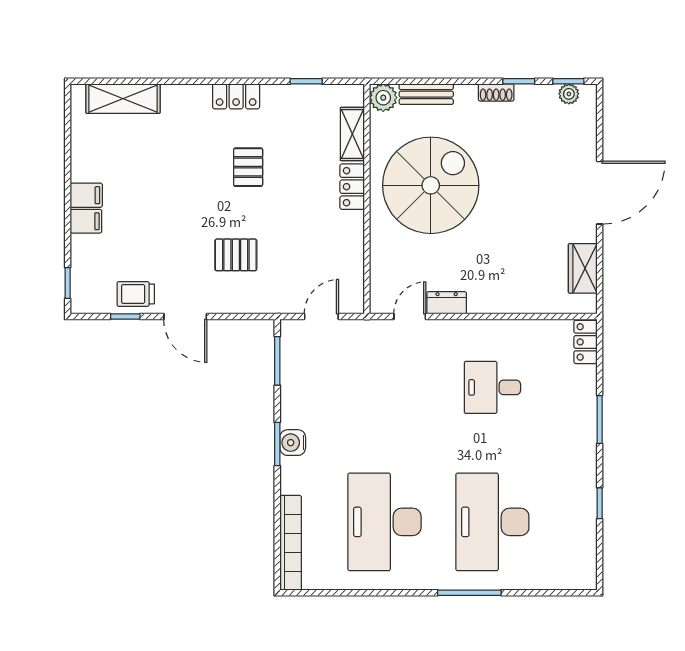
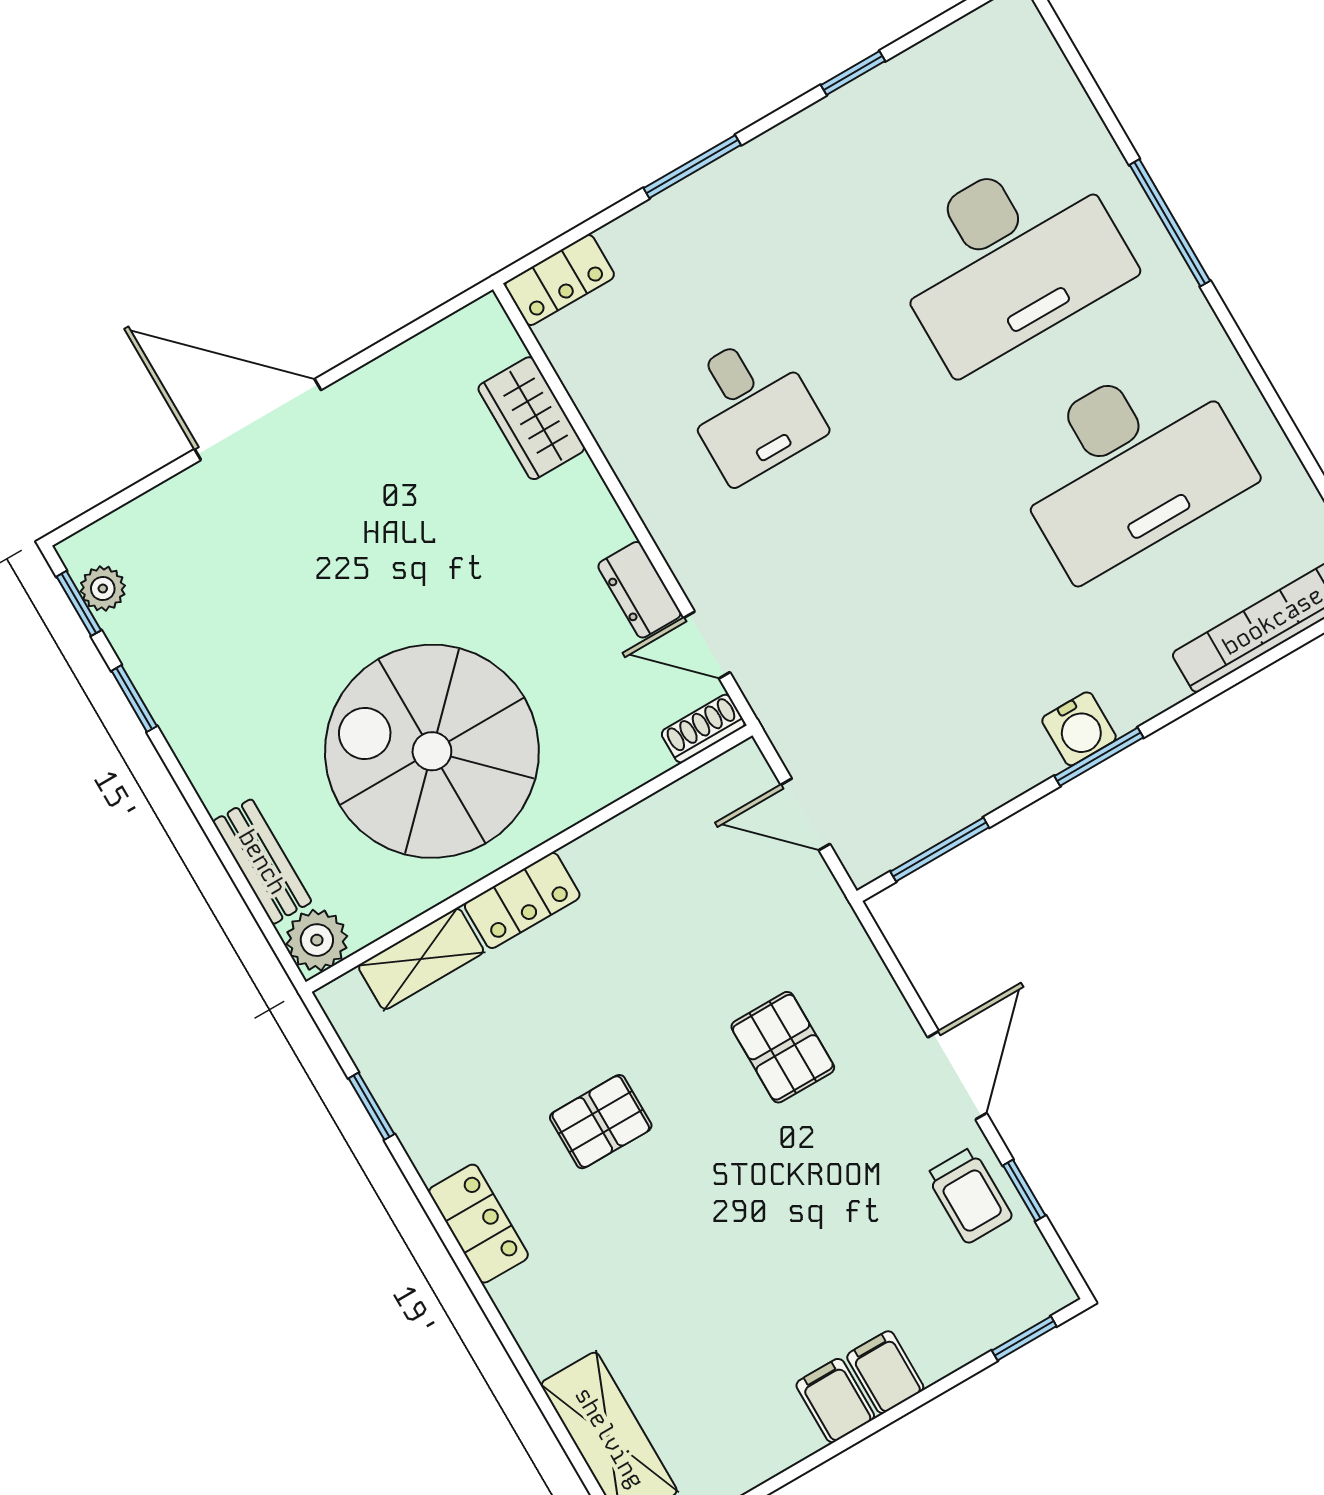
shoe rack: (496, 92) -> (703, 729), moved, turned -90
wardrobe: (583, 268) -> (531, 418), moved, turned 90

